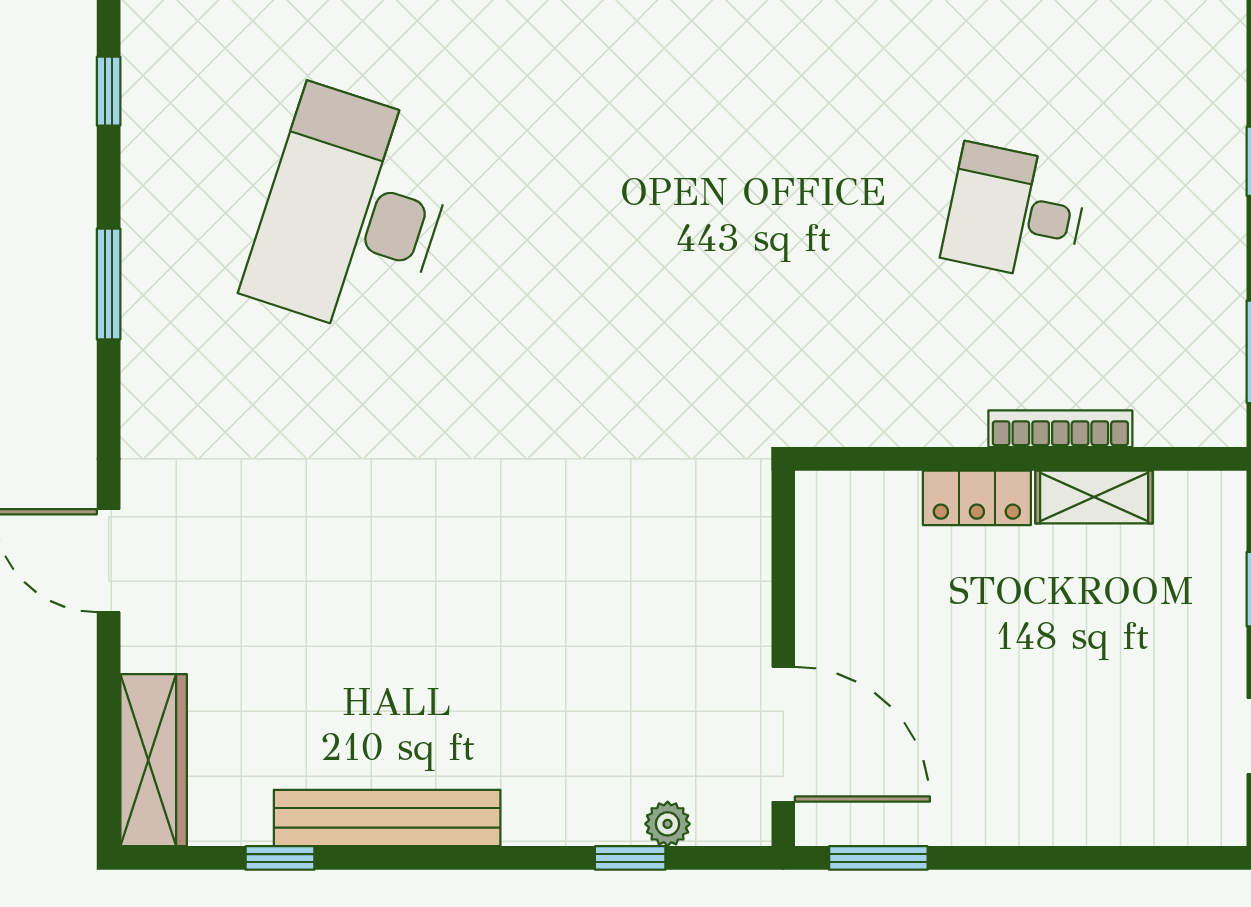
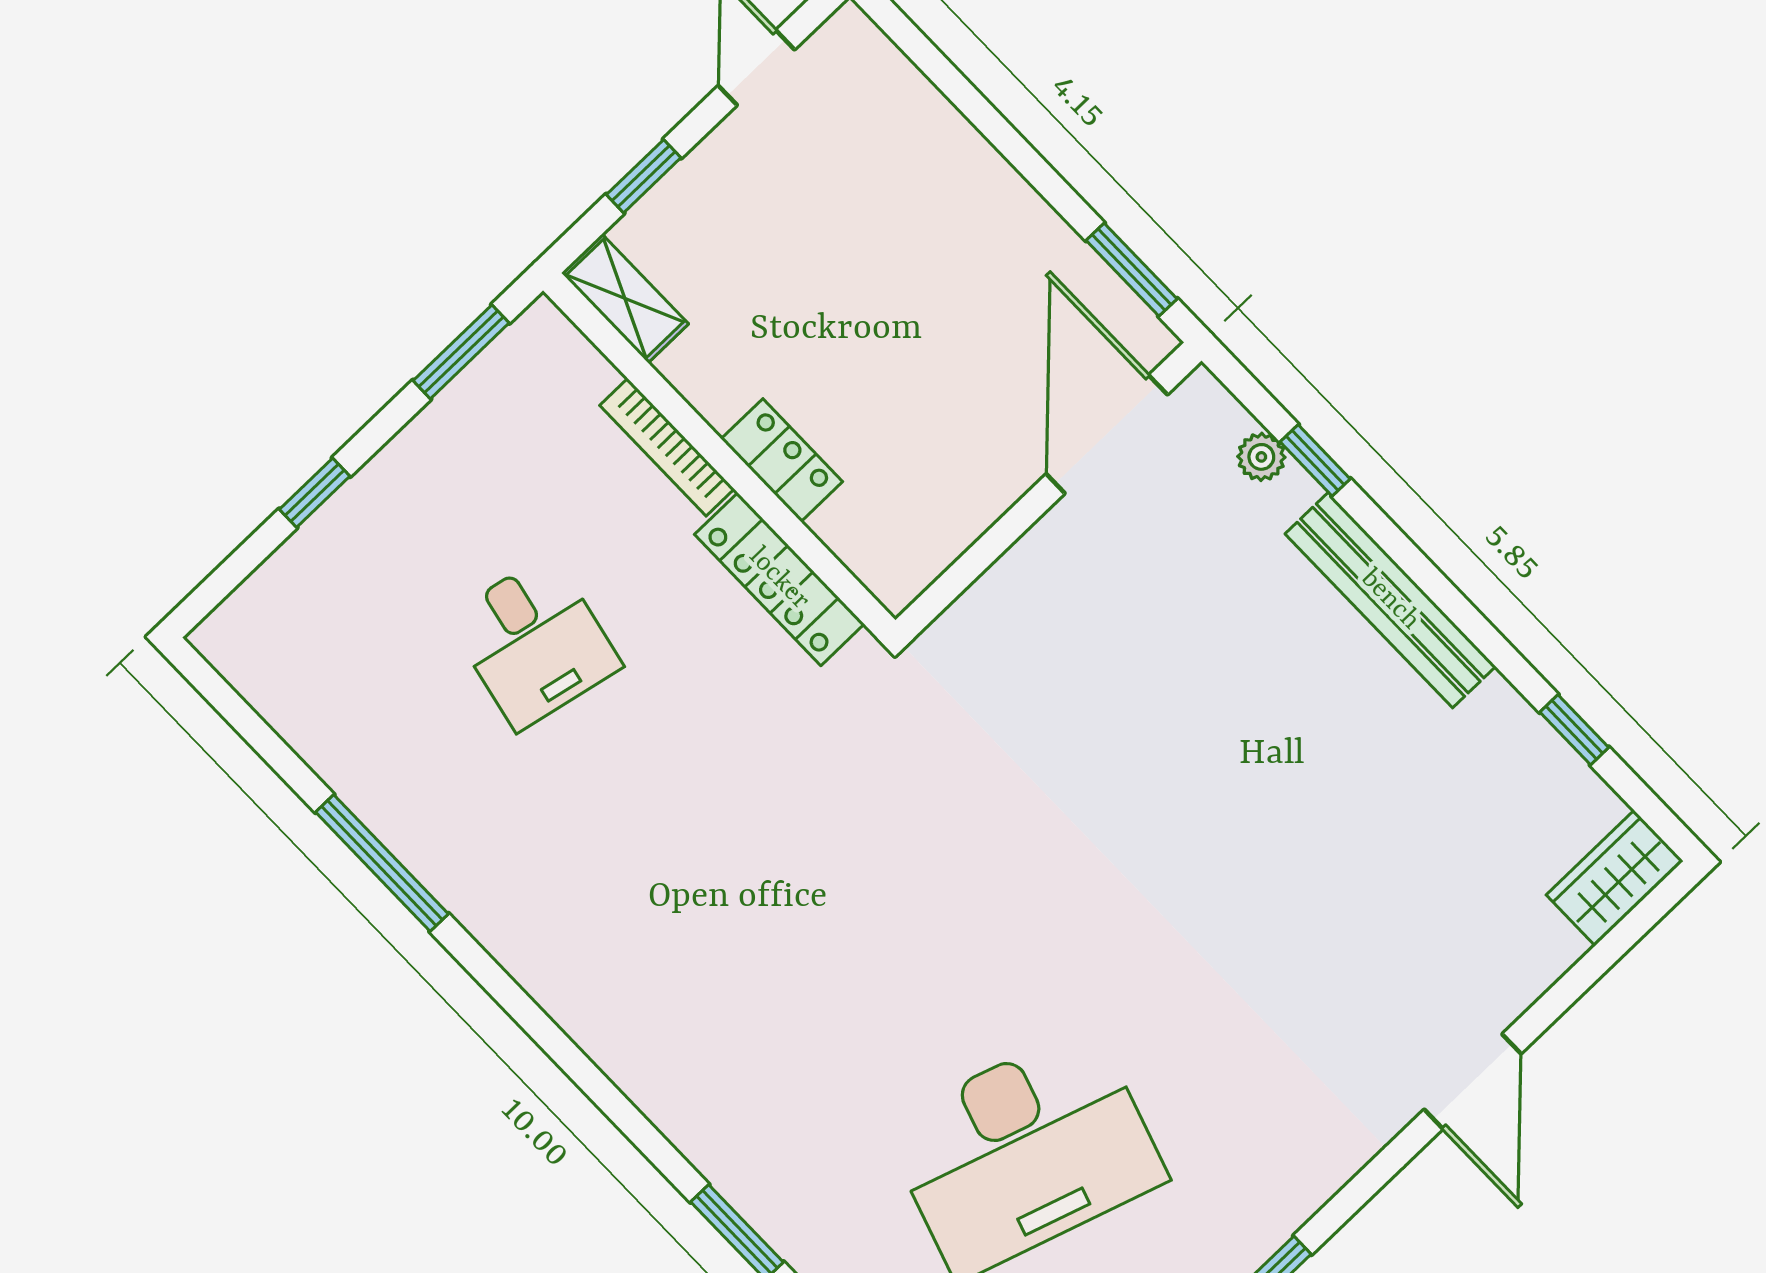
locker: (898, 419) -> (779, 579), added
shelving: (1094, 497) -> (625, 298), moved
wardrobe: (154, 760) -> (1615, 878), width x0.67
bench: (387, 818) -> (1390, 600), moved

